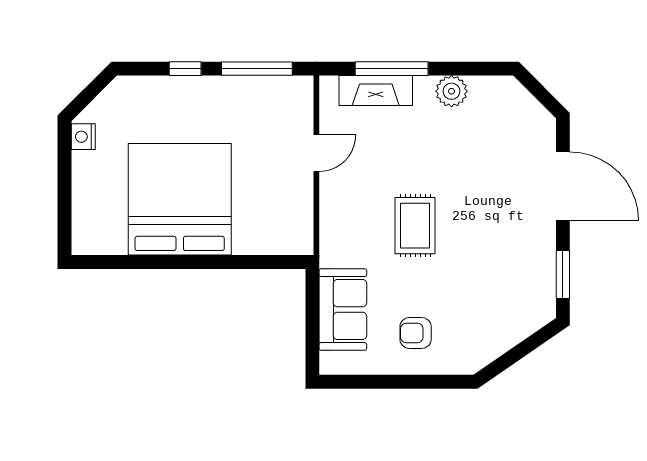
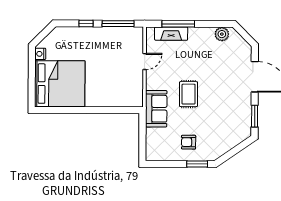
plant: (452, 91) -> (222, 34), moved
bed: (180, 199) -> (60, 84), moved, turned 90
sofa: (343, 310) -> (156, 109), moved
window: (435, 382) -> (197, 164), added

